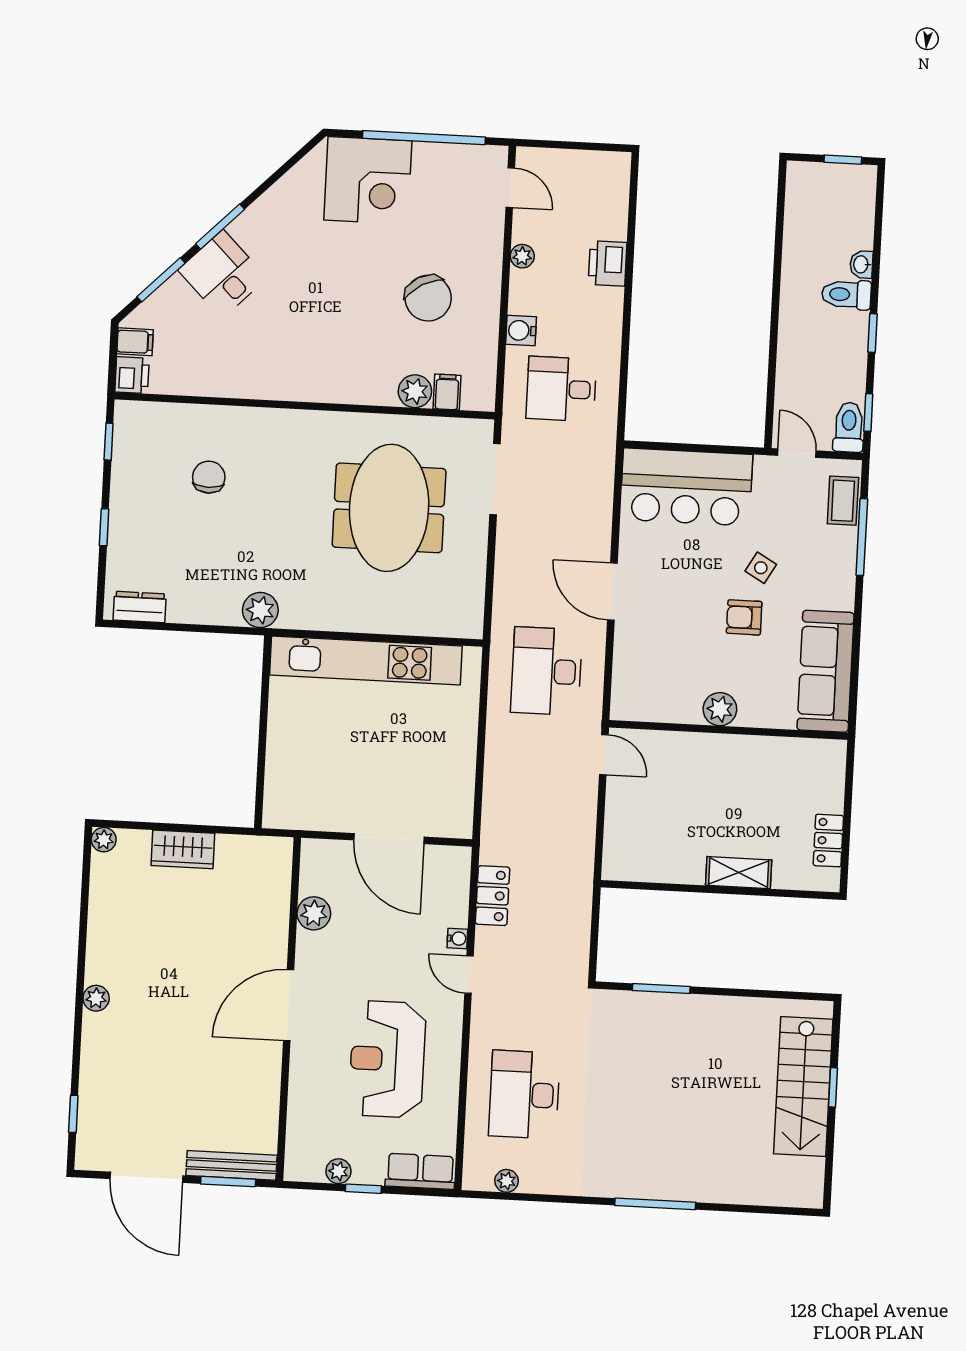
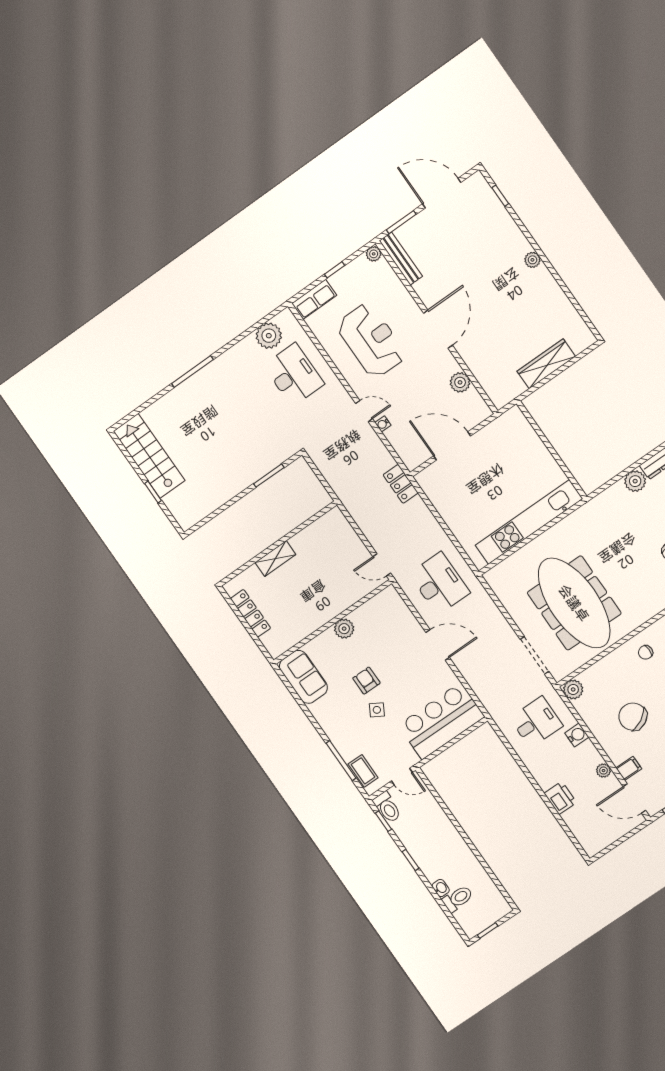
door: (510, 188) -> (634, 799), width x1.38
toilet: (846, 294) -> (458, 899), moved
chair: (346, 370) -> (646, 652), added
plant: (415, 391) -> (573, 689), moved
filing cabinet: (447, 392) -> (629, 768), moved, turned -90
meeting table: (389, 508) -> (574, 603), width x1.36
plant: (260, 610) -> (635, 481), moved
armchair: (744, 617) -> (366, 681), turned -90
sofa: (826, 671) -> (303, 677), width x0.73
plant: (104, 840) -> (588, 339), removed
locker: (828, 841) -> (250, 613), width x1.53
wardrobe: (183, 849) -> (546, 364), width x1.50
locker: (493, 896) -> (401, 484), moved
stairs: (803, 1086) -> (149, 456), moved
bench: (231, 1165) -> (401, 259), moved, turned 90
plant: (338, 1171) -> (374, 254), moved
plant: (507, 1181) -> (269, 336), width x1.87, depth x1.87

